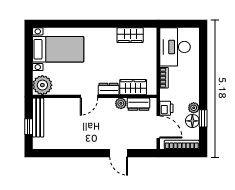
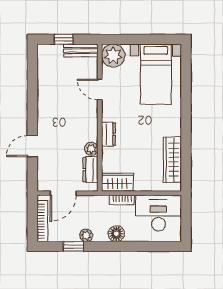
wardrobe: (130, 35) -> (172, 160), width x1.50
wardrobe: (133, 87) -> (117, 182), moved, turned -90
door: (89, 96) -> (100, 89), moved
printer: (166, 108) -> (86, 203), removed
bench: (38, 118) -> (81, 50), width x0.73
floor lamp: (192, 121) -> (116, 234), moved

